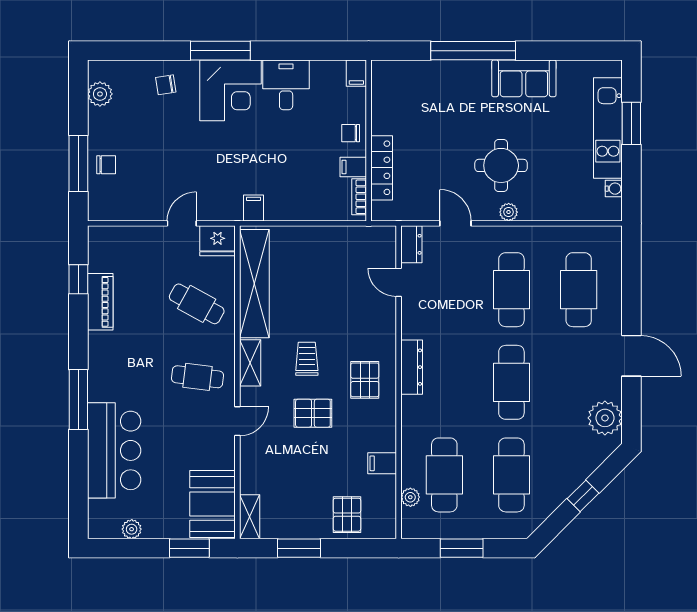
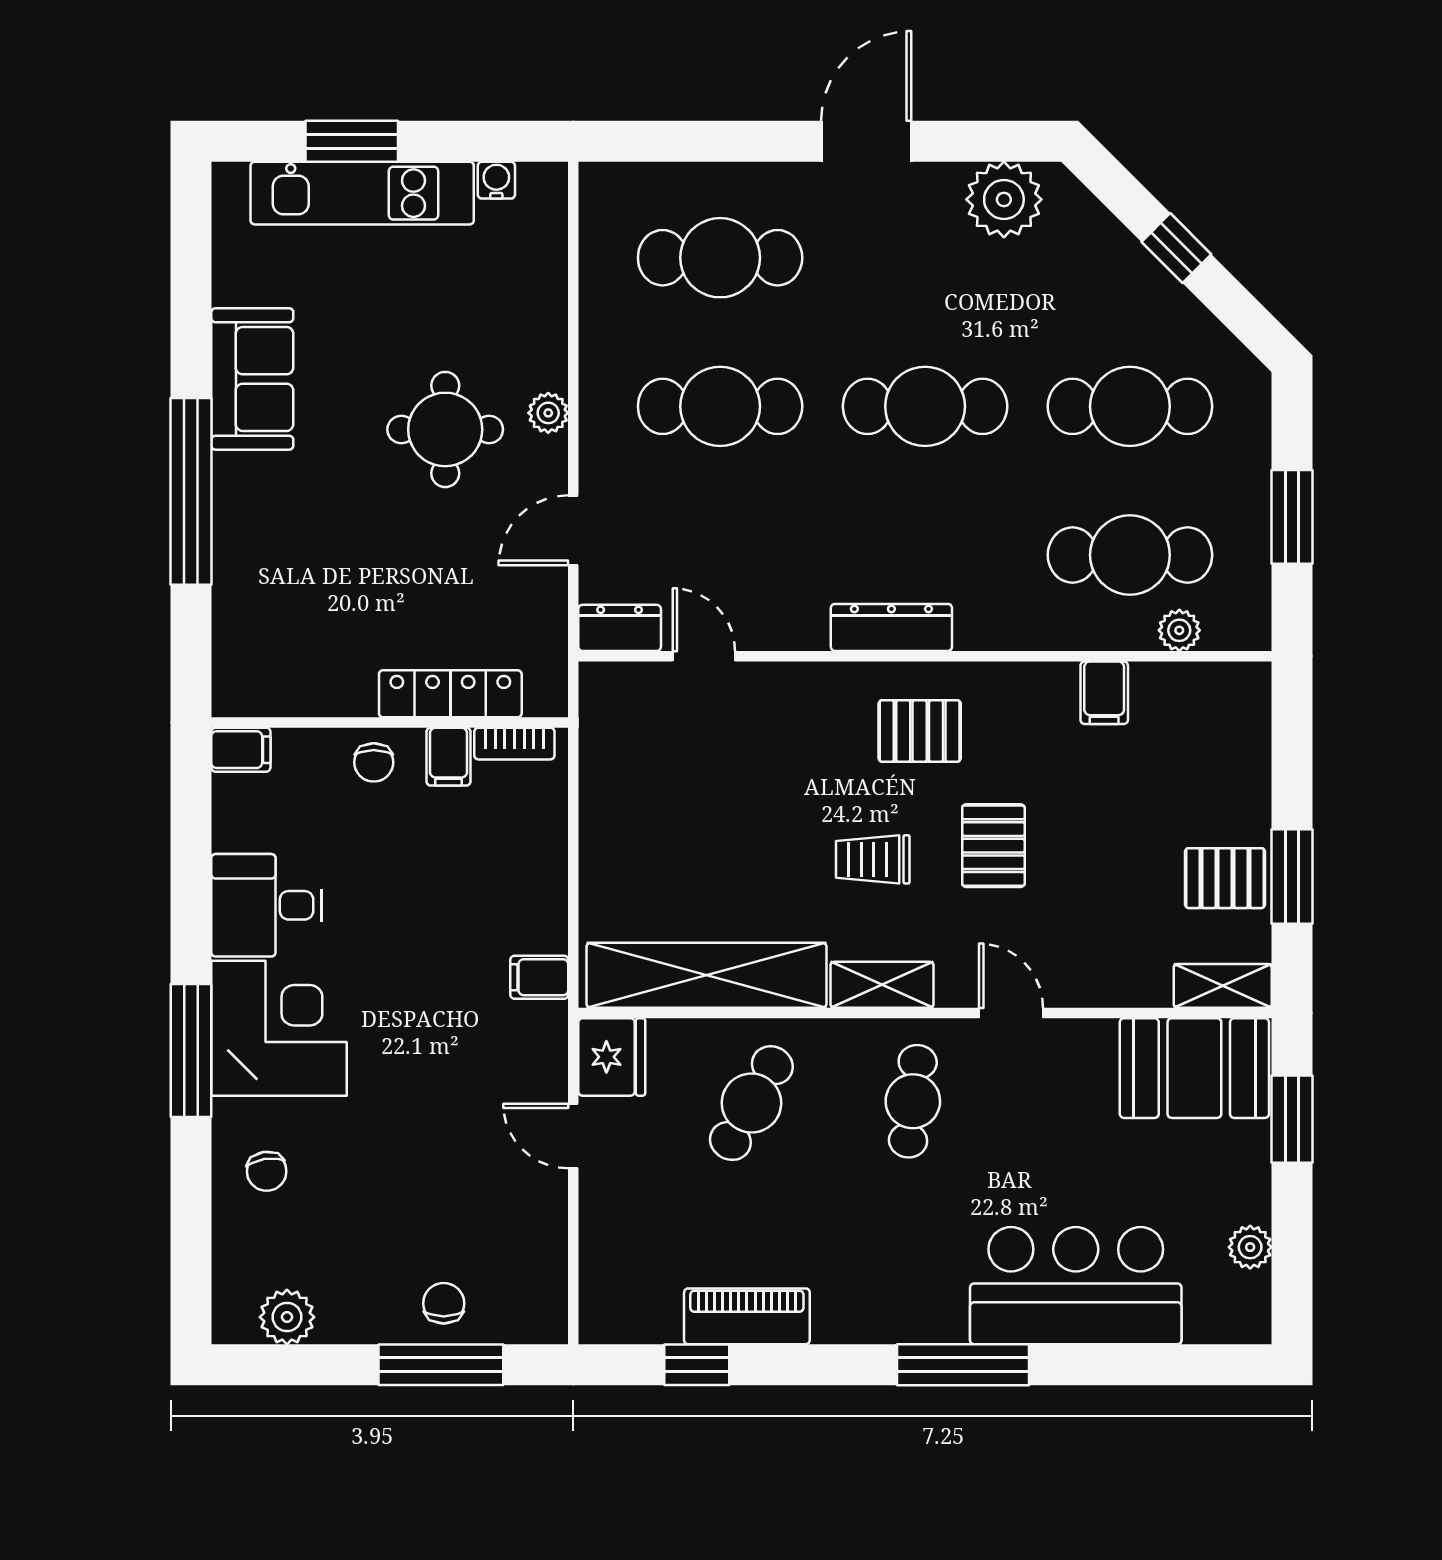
door: (399, 282) -> (704, 656), swing flipped
pallet: (347, 515) -> (1225, 878), moved

